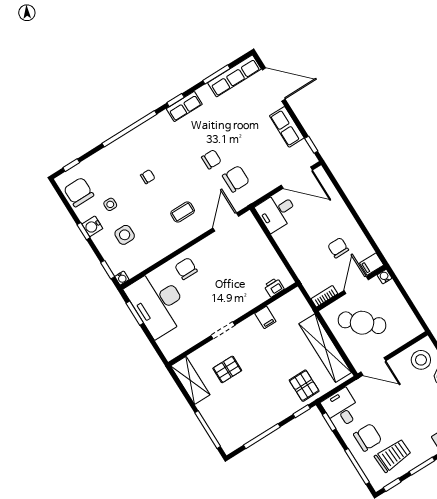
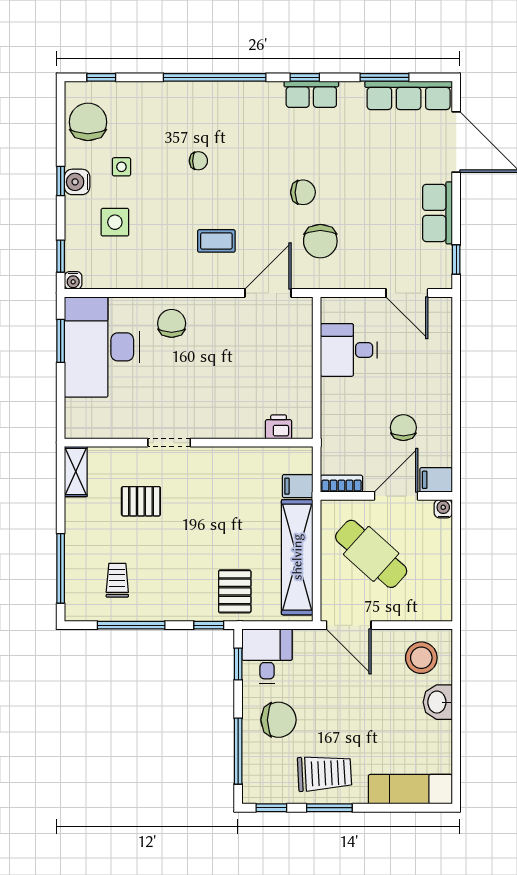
door: (297, 178) -> (407, 293), width x0.73
chair: (236, 179) -> (320, 241), turned 90
desk: (277, 212) -> (349, 350), moved
filing cabinet: (265, 317) -> (298, 486), moved, turned 90
shelving: (190, 380) -> (76, 472), width x0.67, depth x0.75
trolley: (240, 417) -> (117, 580), added
trolley: (393, 455) -> (325, 773), moved

